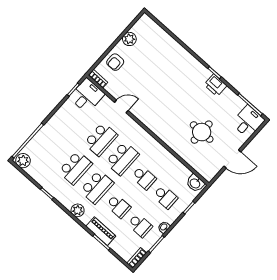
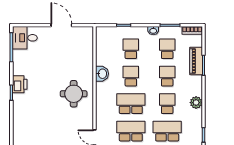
round table: (202, 132) -> (74, 94), moved
washbasin: (195, 183) -> (102, 74), moved
school desk: (97, 187) -> (167, 104), width x0.54
piano: (101, 231) -> (196, 61), moved

